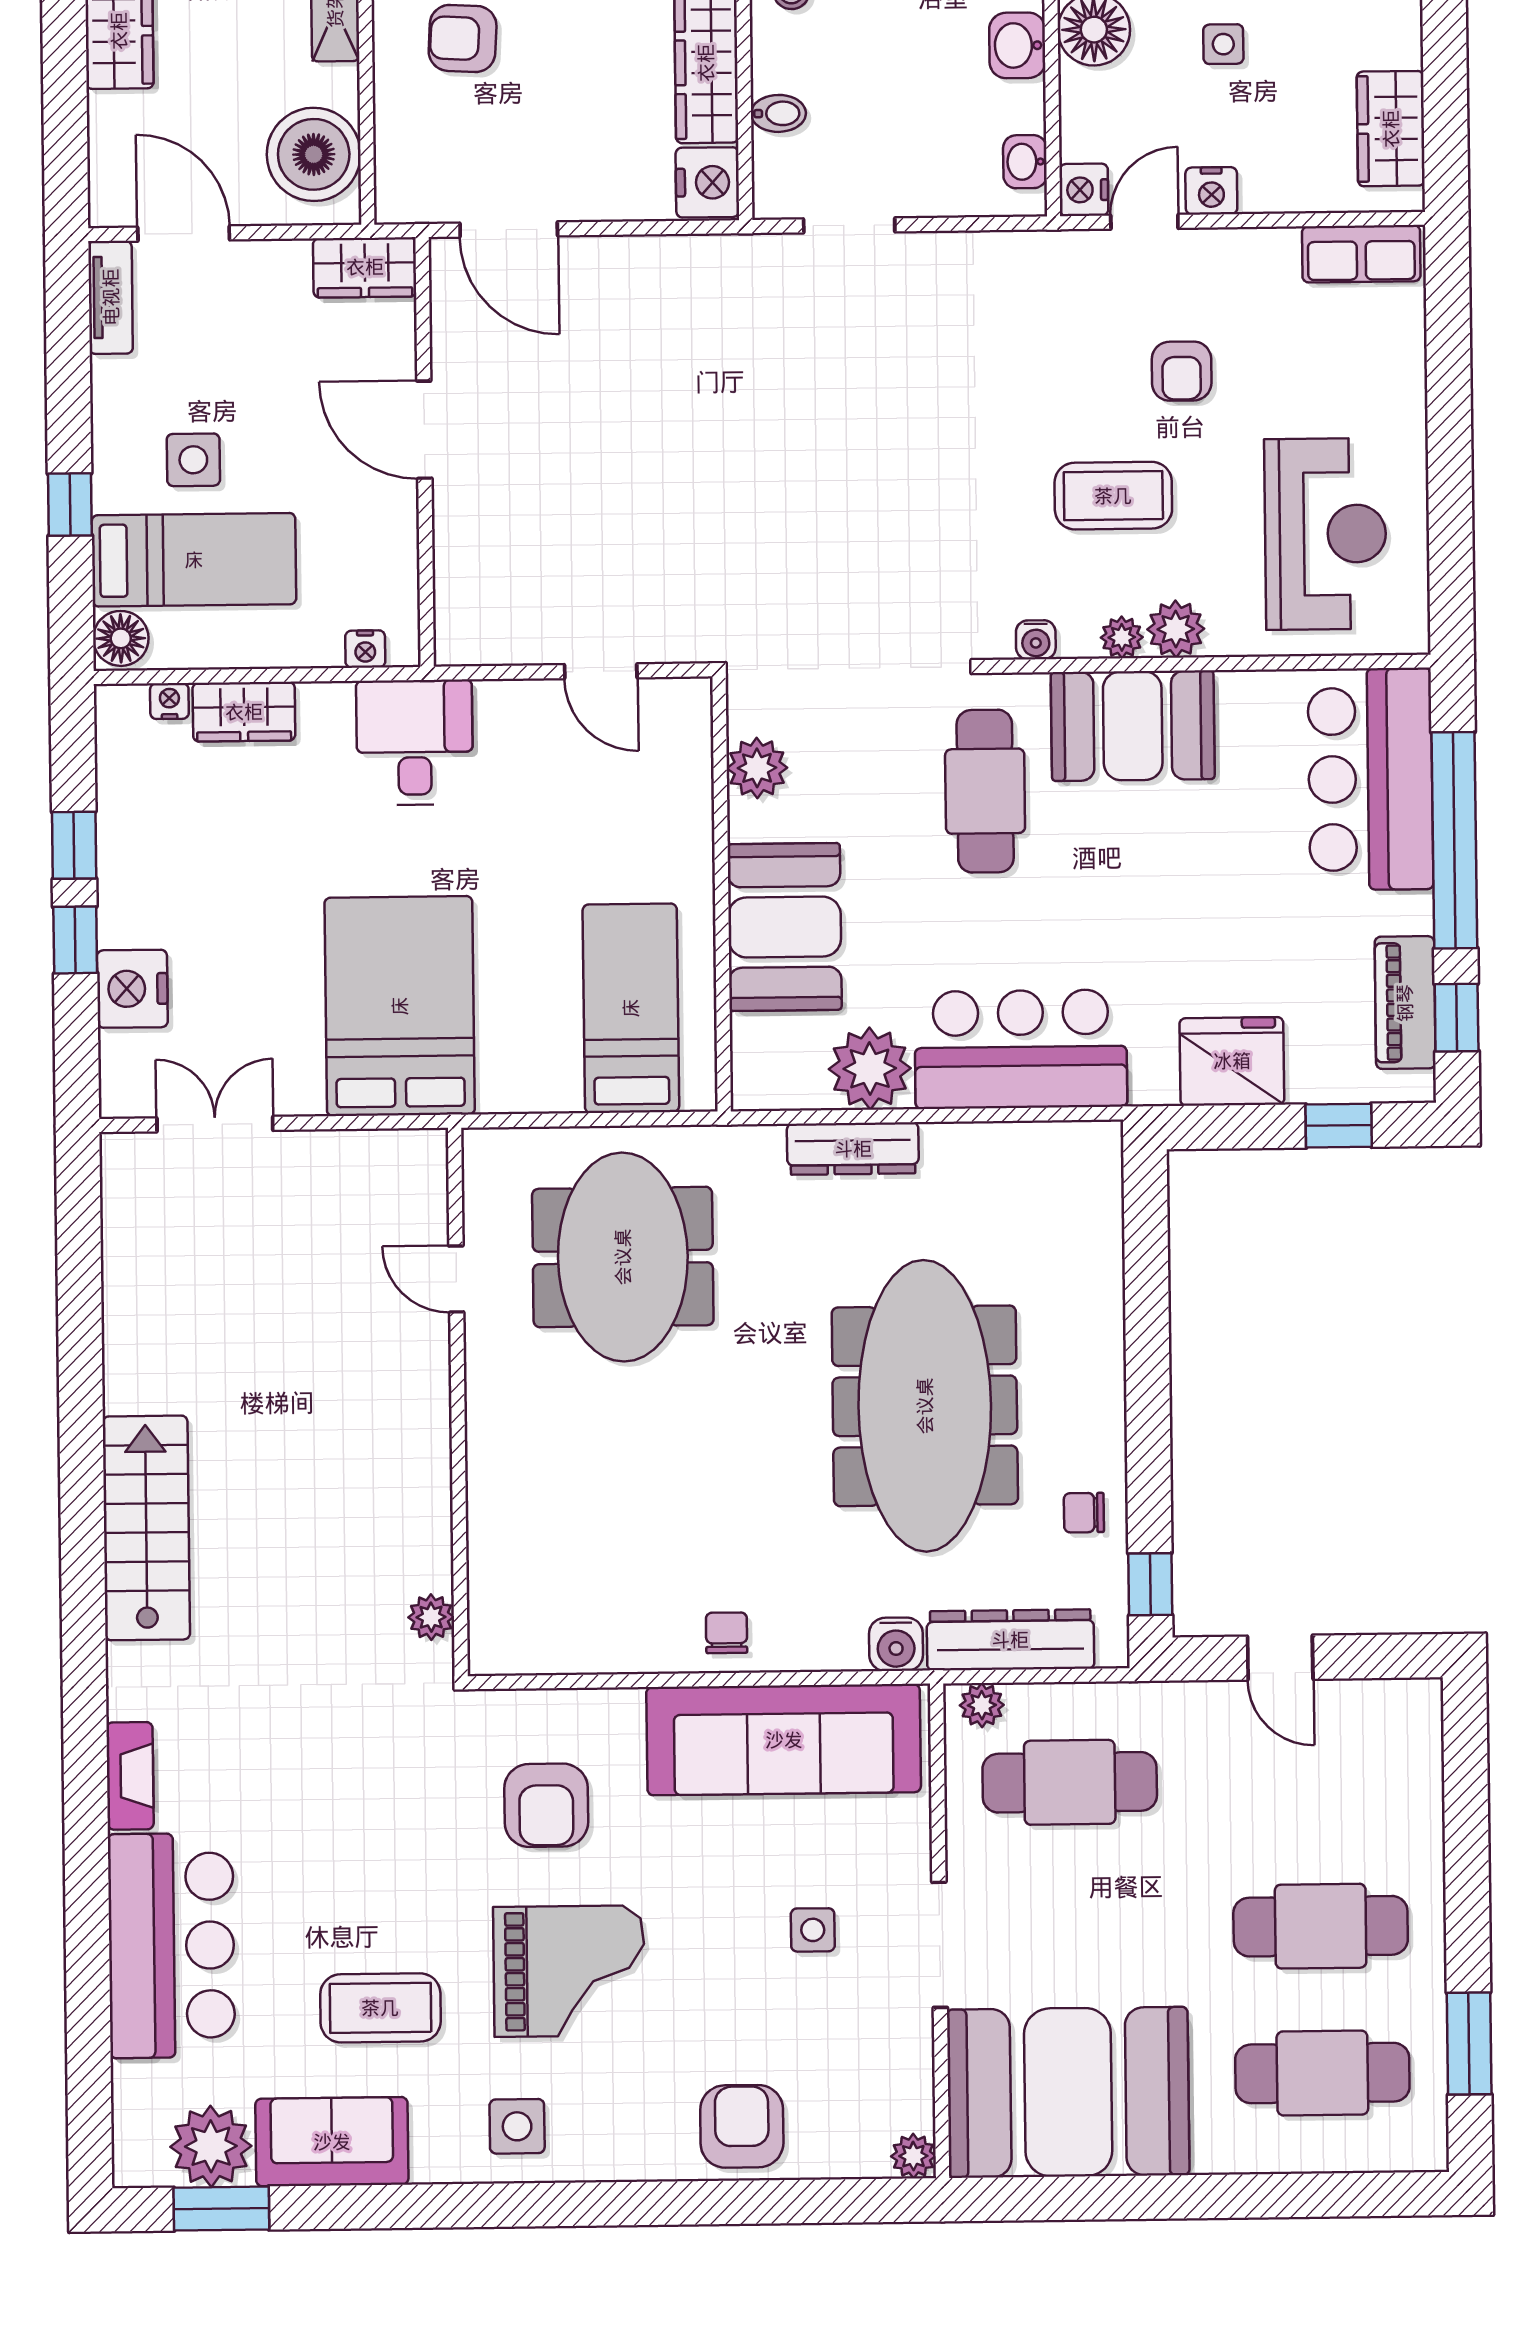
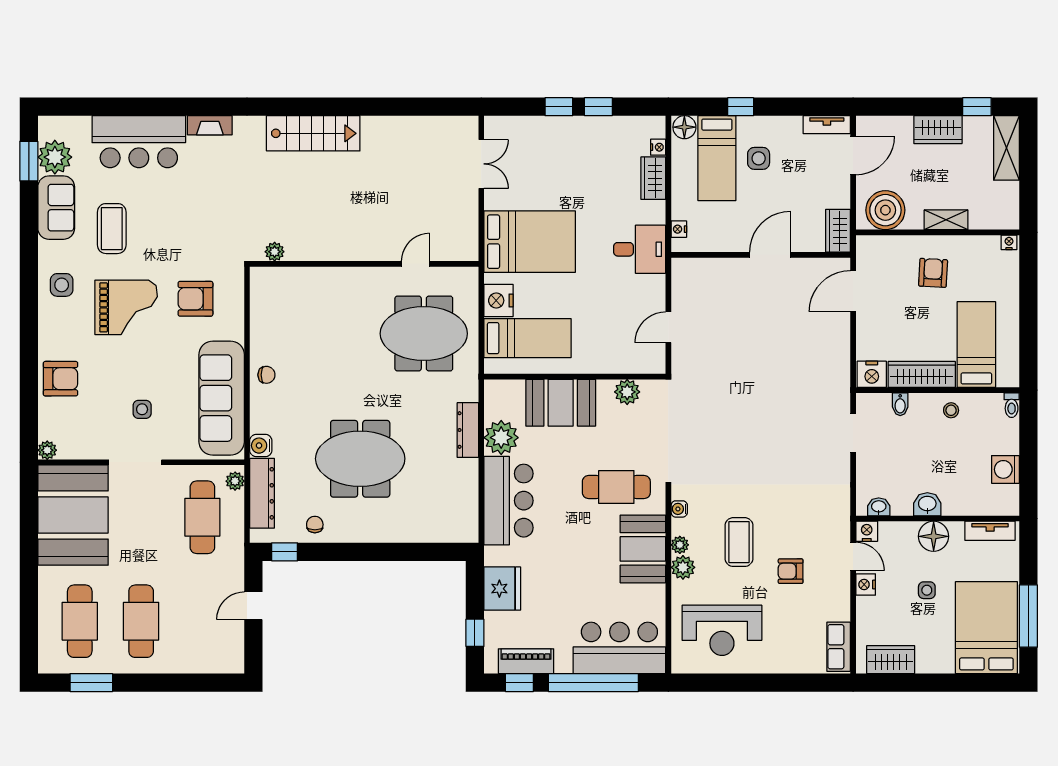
nightstand: (132, 989) -> (499, 301), moved, turned -90
meeting table: (925, 1406) -> (360, 459), width x0.73
grand piano: (569, 1971) -> (126, 307), turned -90

